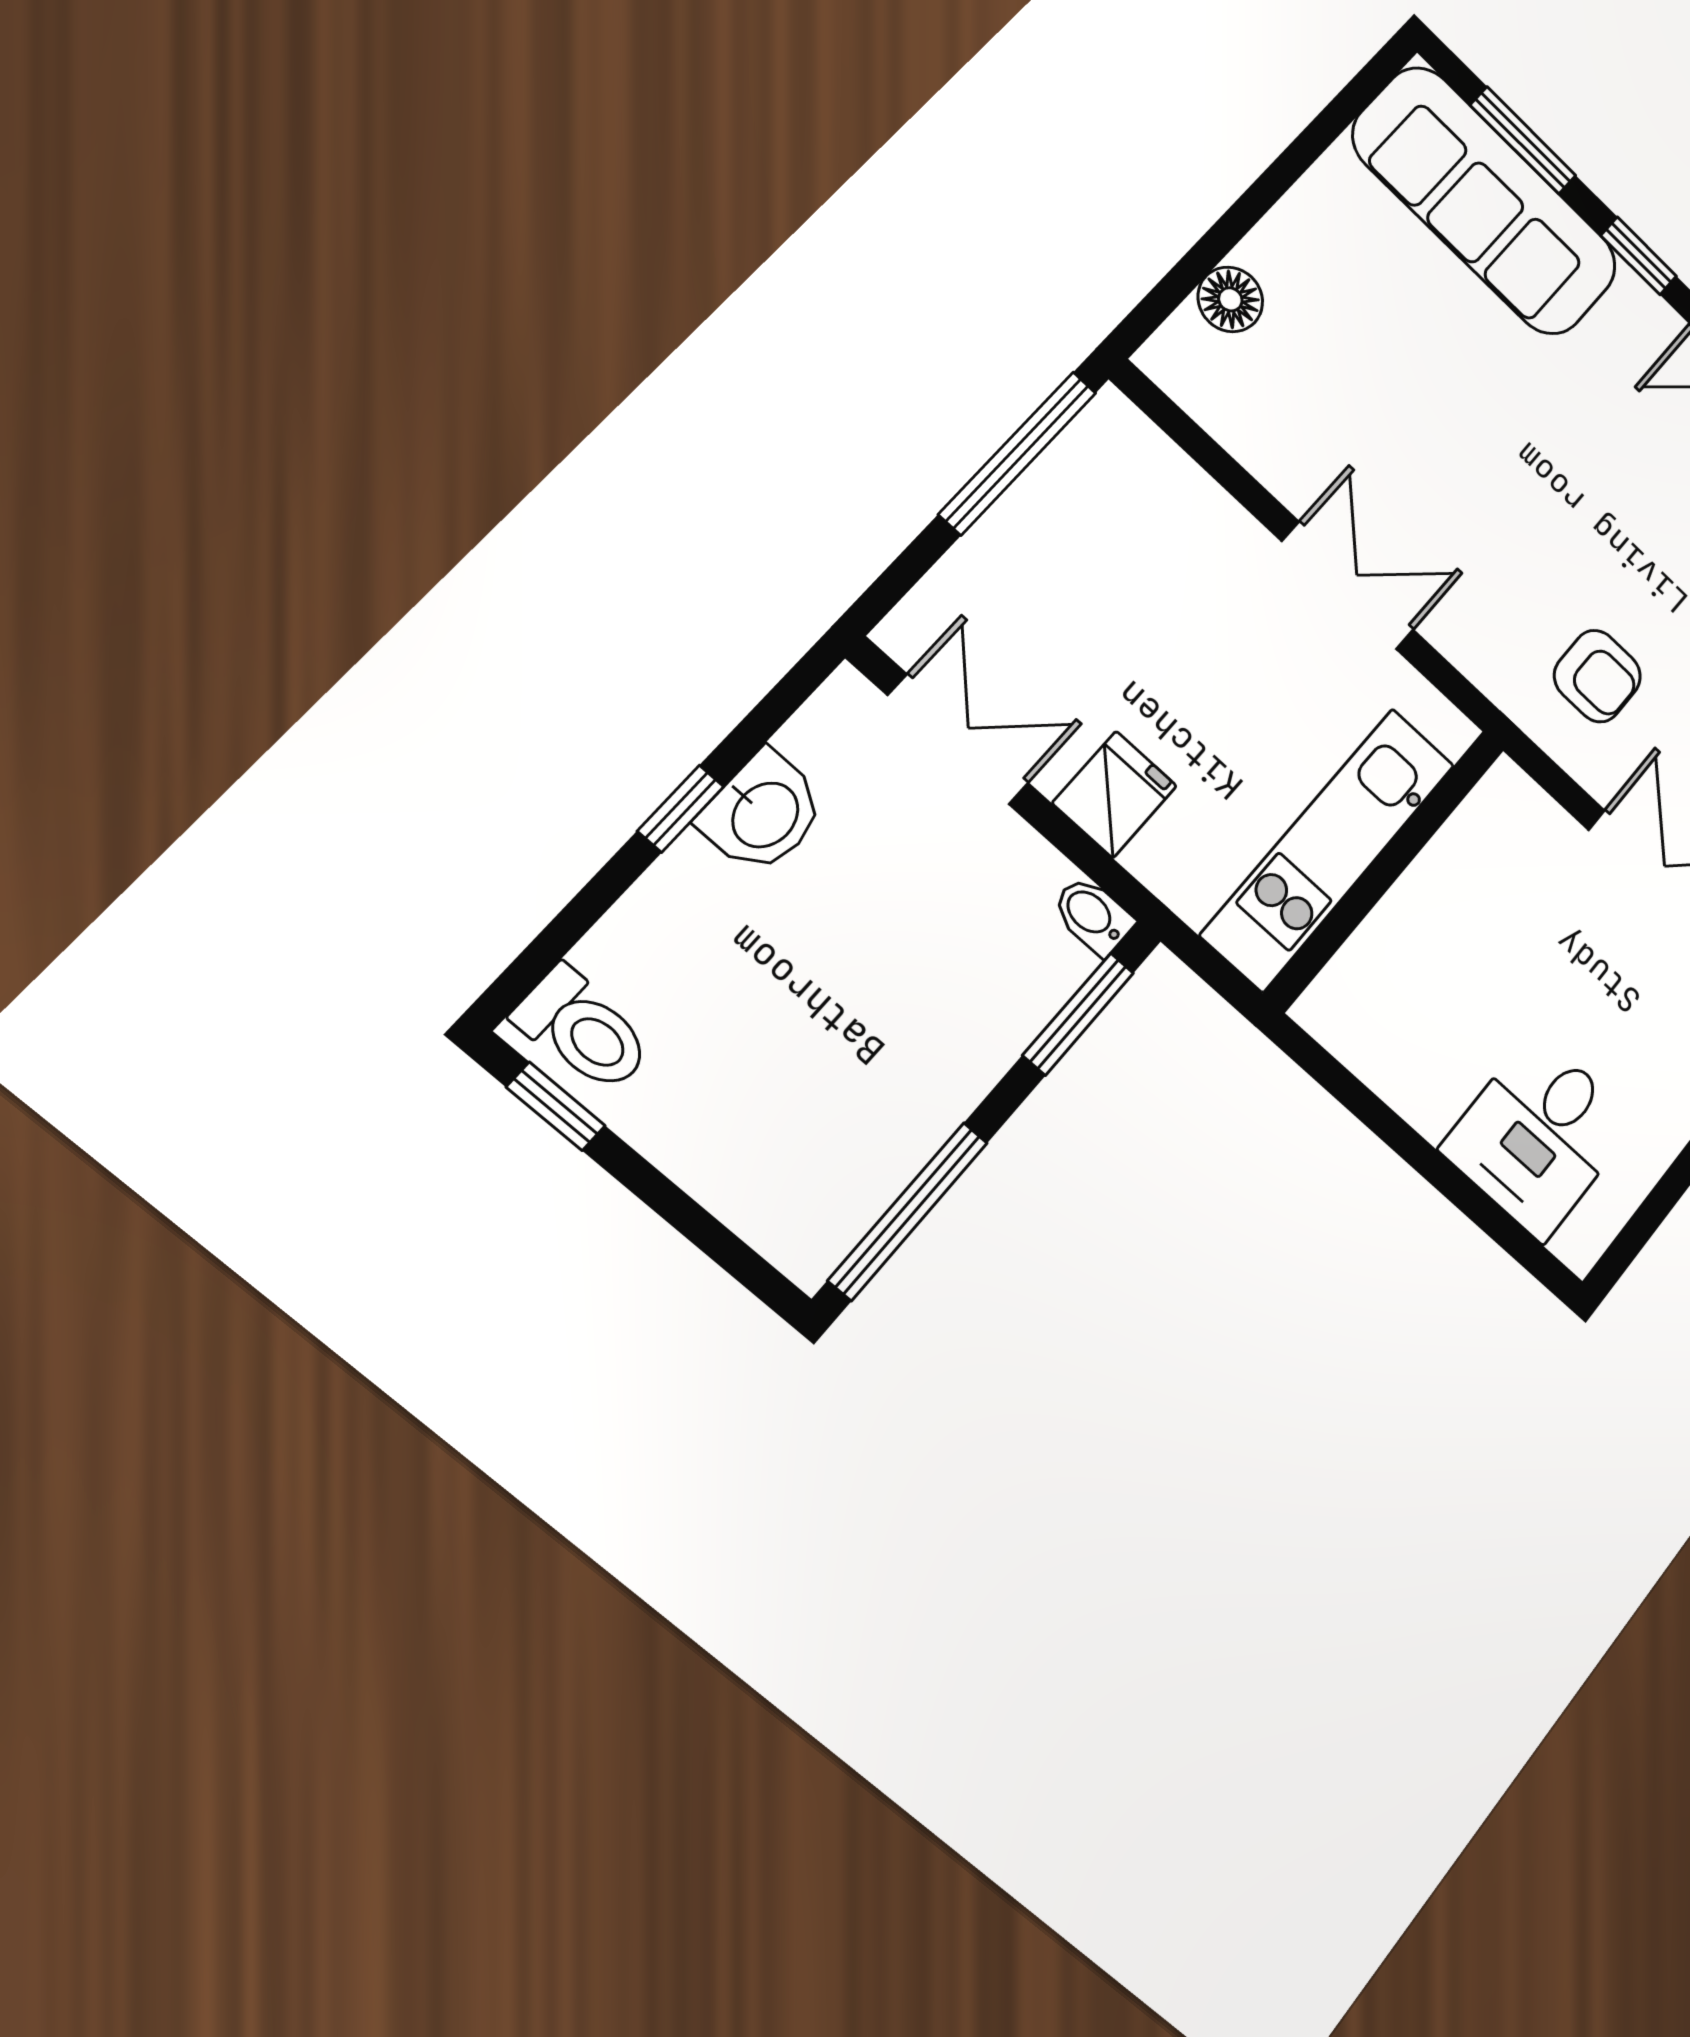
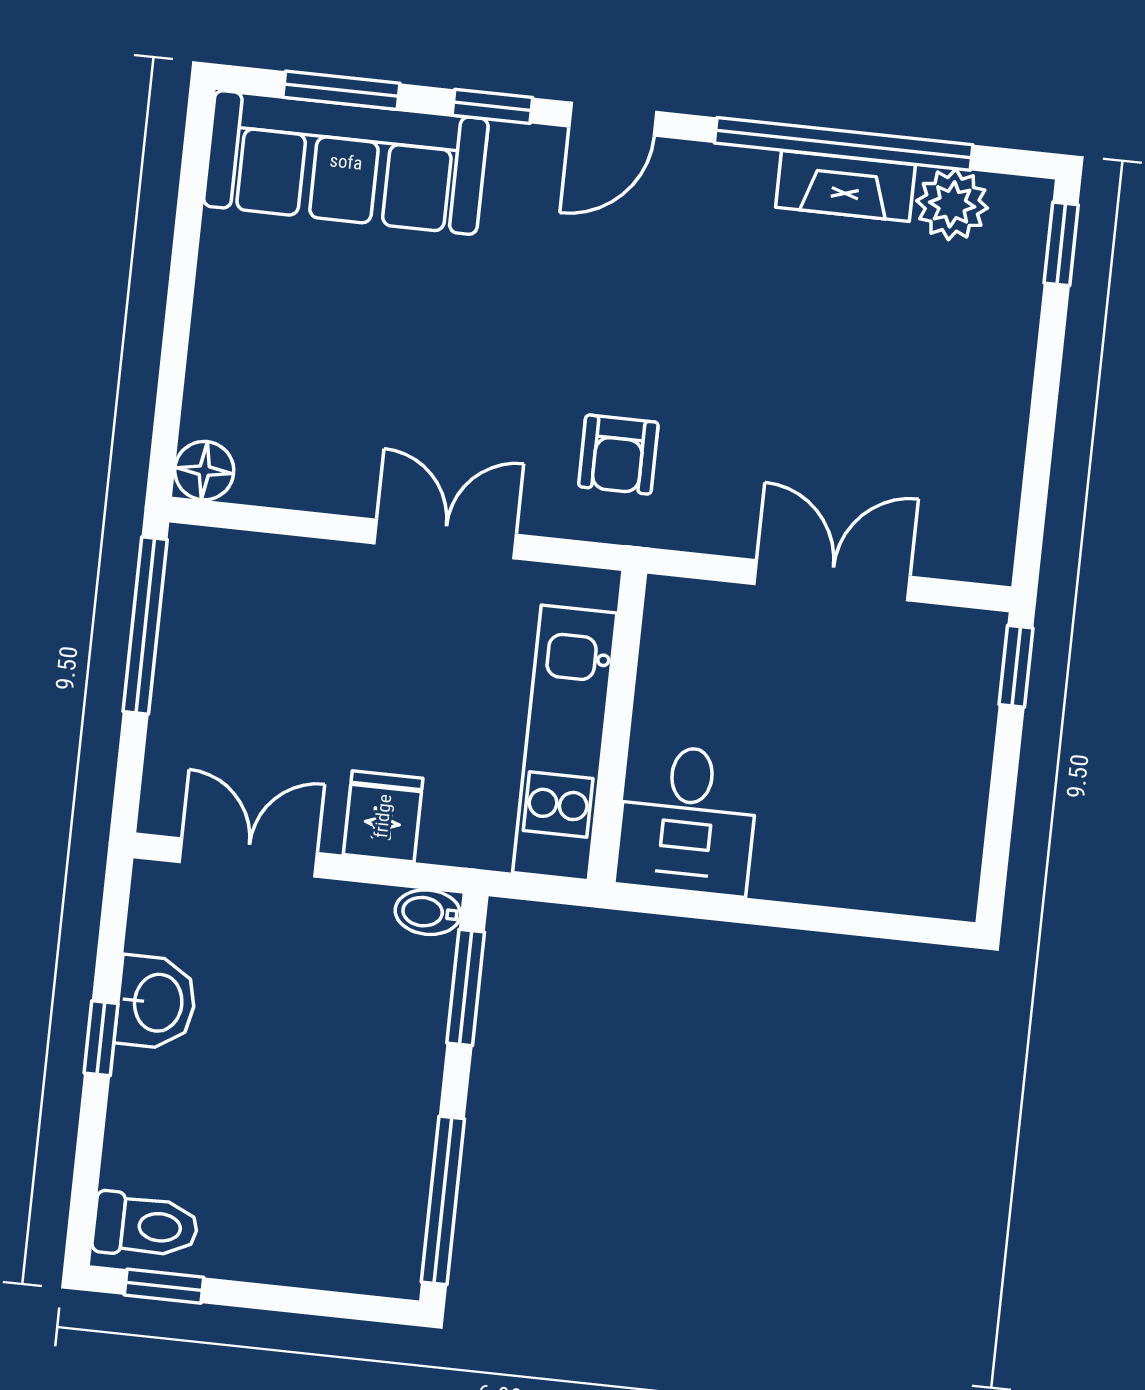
floor lamp: (1230, 299) -> (204, 471), moved
armchair: (1597, 676) -> (618, 455), moved, turned 90
desk: (1539, 1136) -> (687, 820), moved

